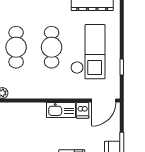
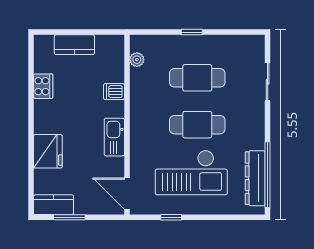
dishwasher: (83, 110) -> (114, 92), moved

